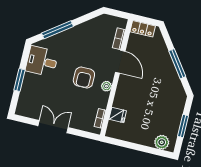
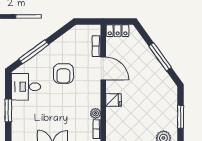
armchair: (84, 77) -> (63, 74), moved
plant: (106, 86) -> (96, 113), moved
fridge: (118, 115) -> (113, 100), moved

